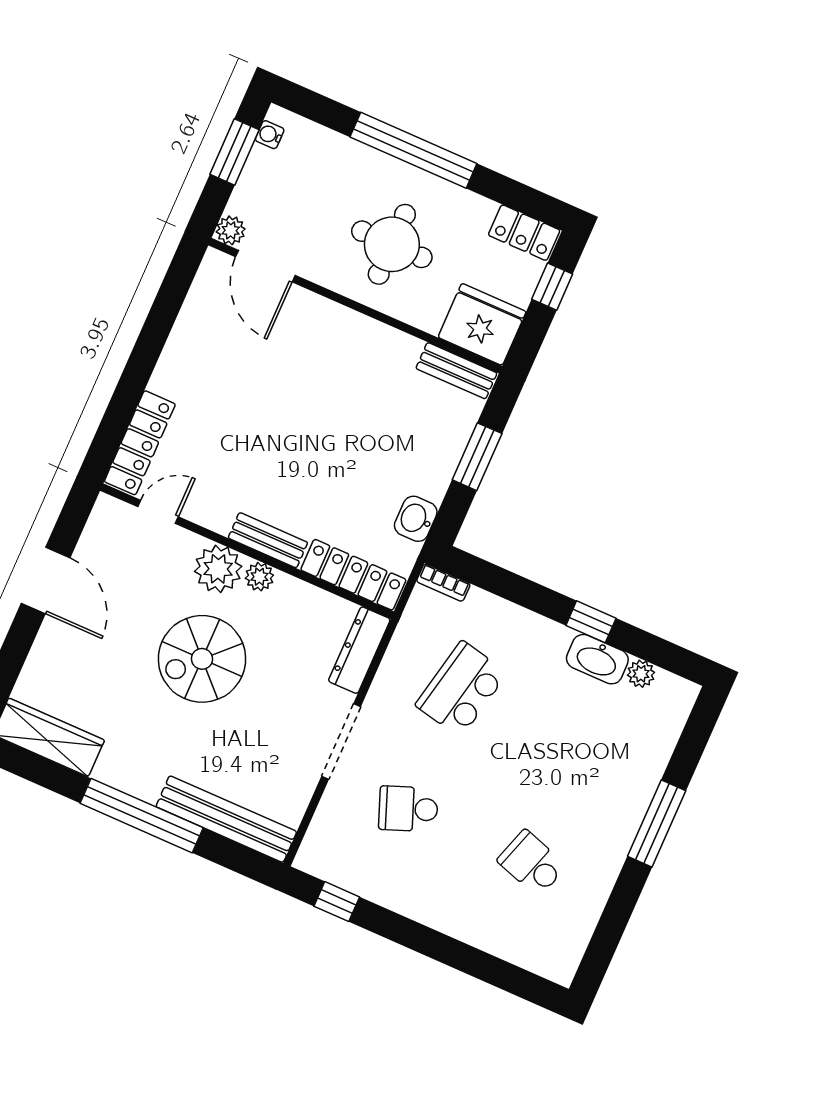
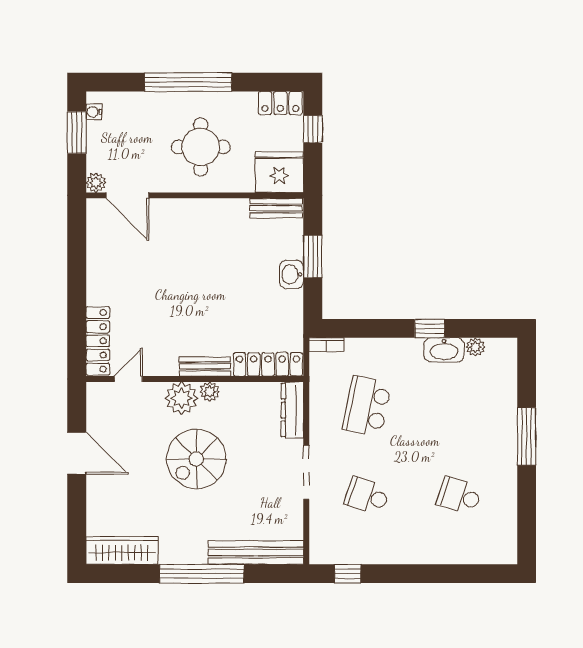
washbasin: (416, 519) -> (291, 274), moved
school desk: (408, 809) -> (367, 496), turned 39

